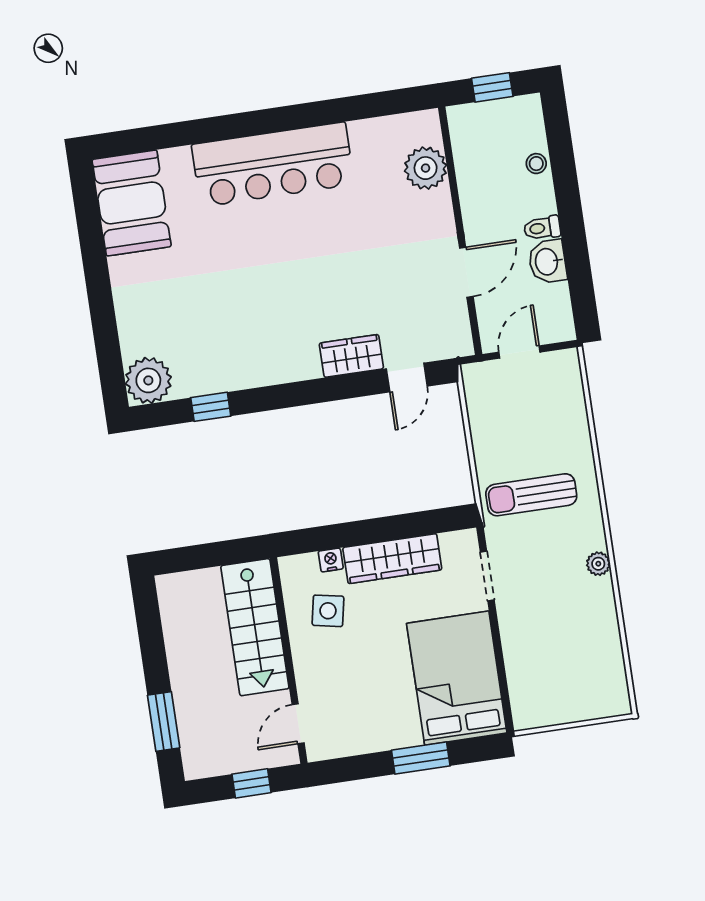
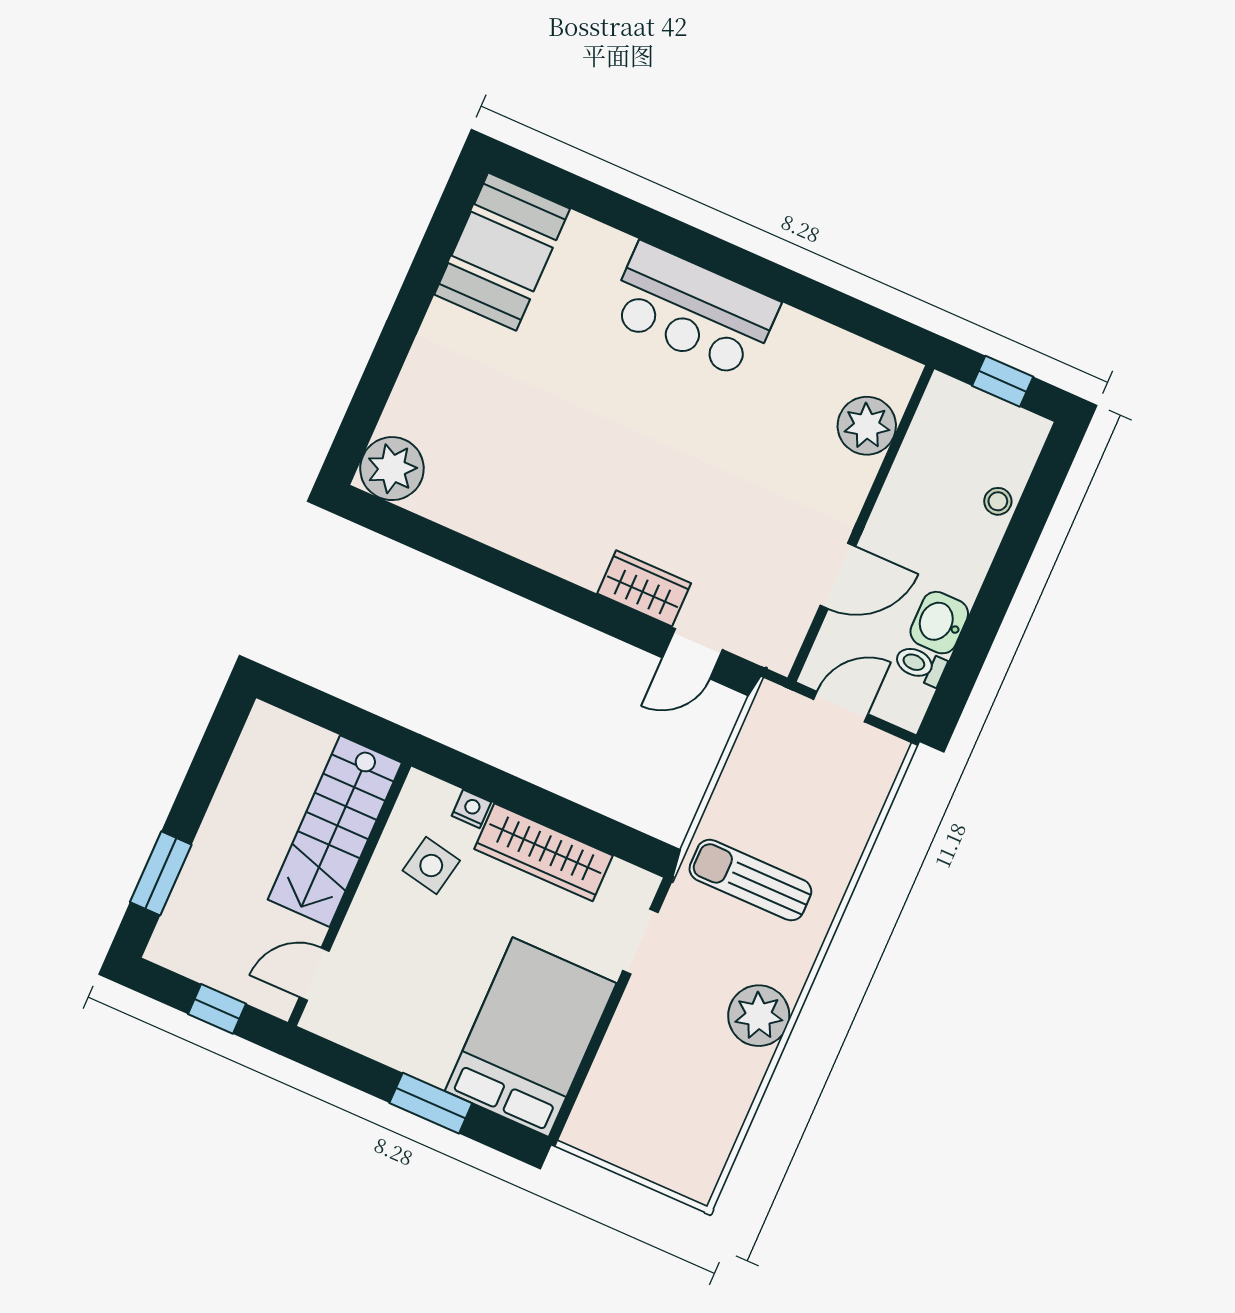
bar counter: (273, 164) -> (693, 310), width x0.73
toilet: (542, 228) -> (920, 665), moved
window: (211, 407) -> (445, 545), removed
plant: (598, 564) -> (759, 1016), width x1.87, depth x1.87

